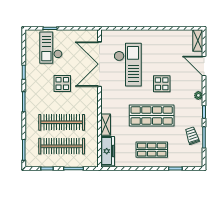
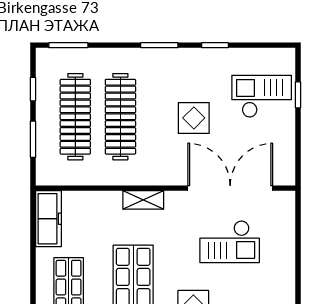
checkout: (128, 65) -> (230, 242), width x0.73, depth x0.83
shelving: (106, 125) -> (143, 200), moved
freezer: (108, 151) -> (49, 219), moved, turned -90

